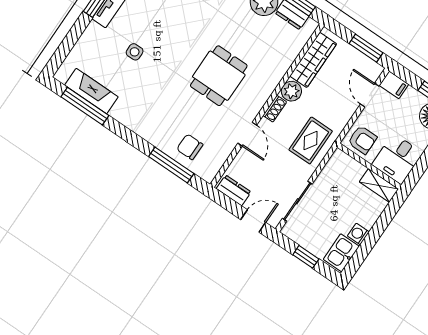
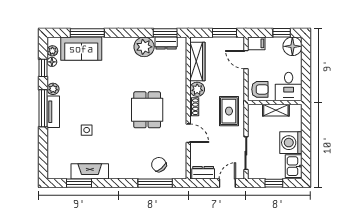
fireplace: (91, 91) -> (90, 171), moved
window: (85, 106) -> (79, 183), width x0.69
chair: (190, 147) -> (159, 165), turned 49
shelving: (379, 185) -> (276, 110), moved
washing machine: (358, 234) -> (291, 143), width x1.89, depth x1.89

